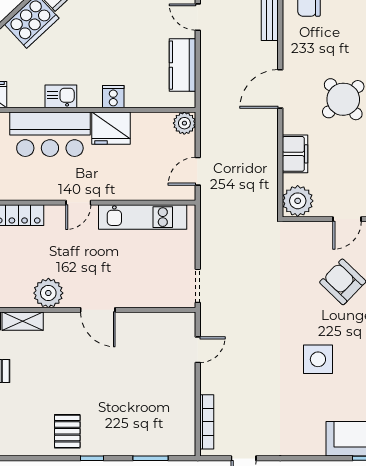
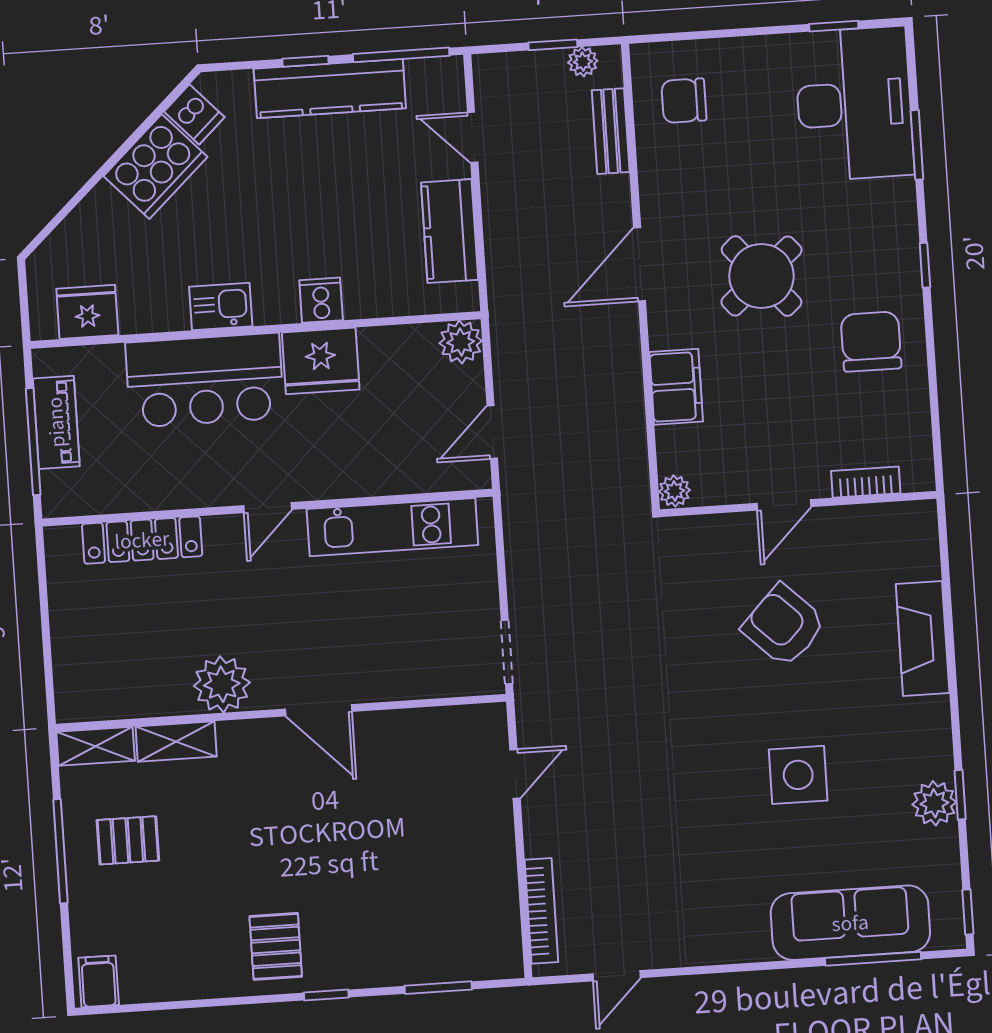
plant: (298, 201) -> (674, 491), width x0.53, depth x0.53
side table: (318, 359) -> (798, 775), moved

